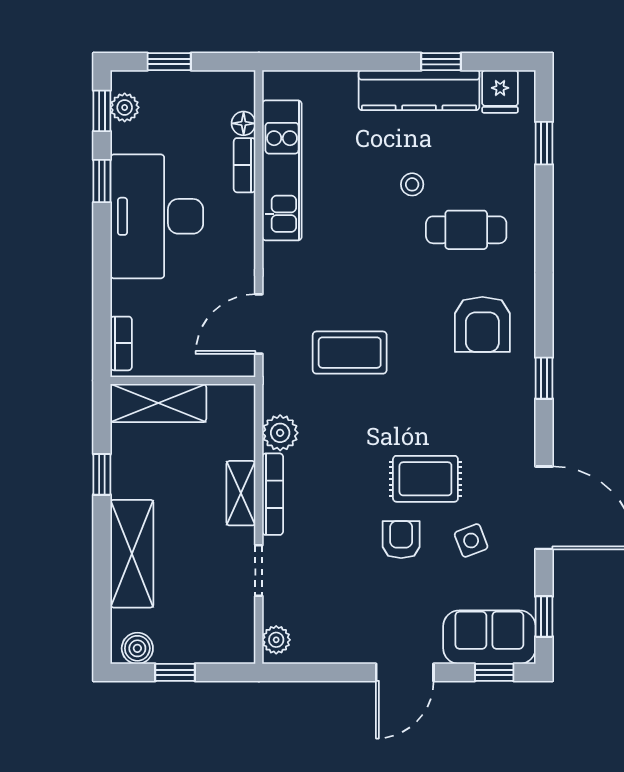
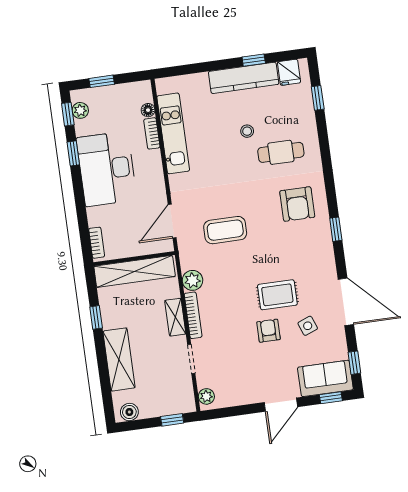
shelving: (158, 403) -> (135, 271), width x1.47
window: (175, 672) -> (172, 420), moved

